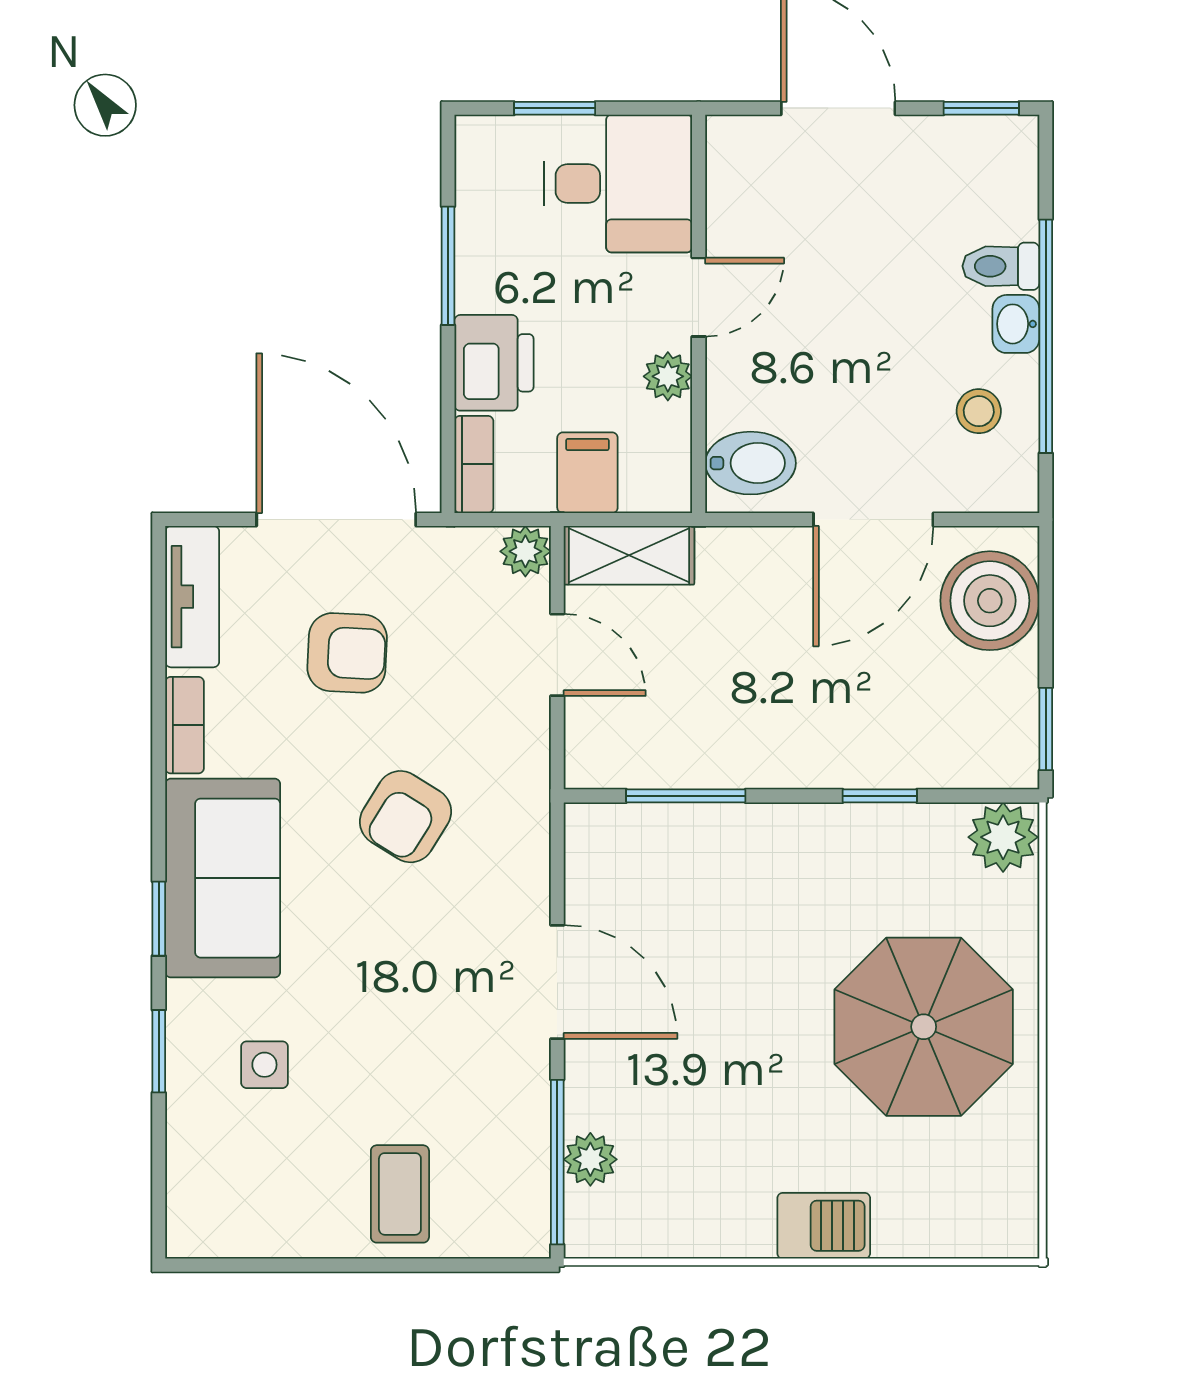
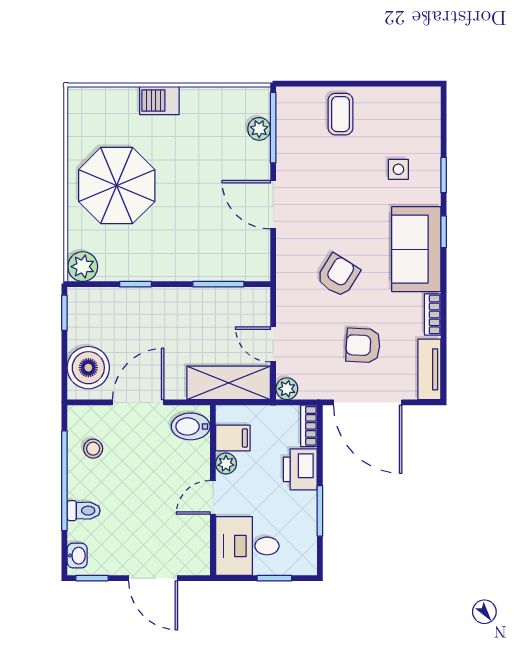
washbasin: (1016, 324) -> (77, 556), moved
filing cabinet: (587, 473) -> (233, 438), moved, turned -90
shelving: (629, 555) -> (229, 383), width x1.50, depth x1.33

